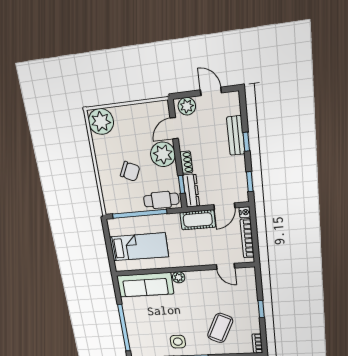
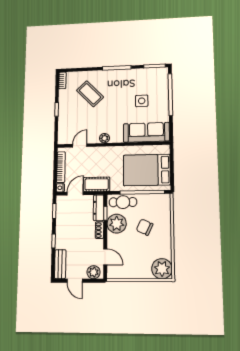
door: (174, 128) -> (105, 257), hinge flipped
bench: (236, 135) -> (60, 264), moved
plant: (163, 154) -> (117, 224), moved
bed: (139, 247) -> (147, 170), width x1.50
door: (226, 266) -> (80, 145), hinge flipped
plant: (179, 277) -> (104, 138), moved
coffee table: (220, 328) -> (90, 94), turned -70
side table: (178, 342) -> (142, 101), moved

